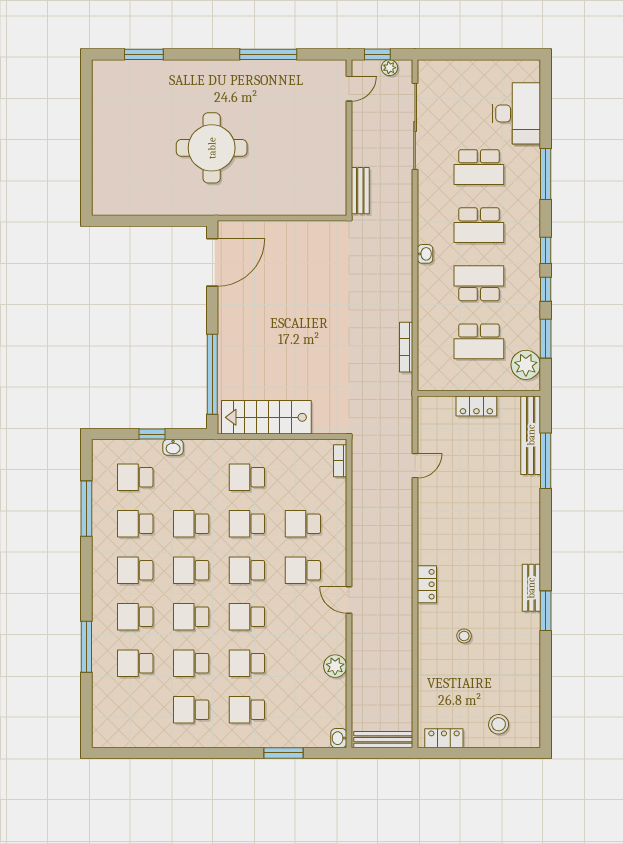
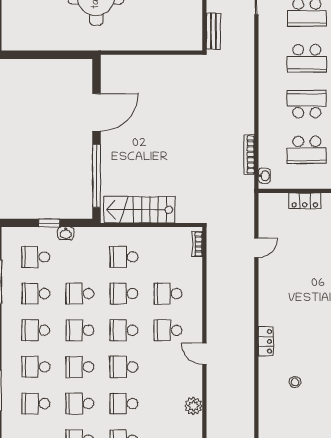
washbasin: (425, 254) -> (264, 176), moved
door: (212, 262) -> (97, 112), moved

